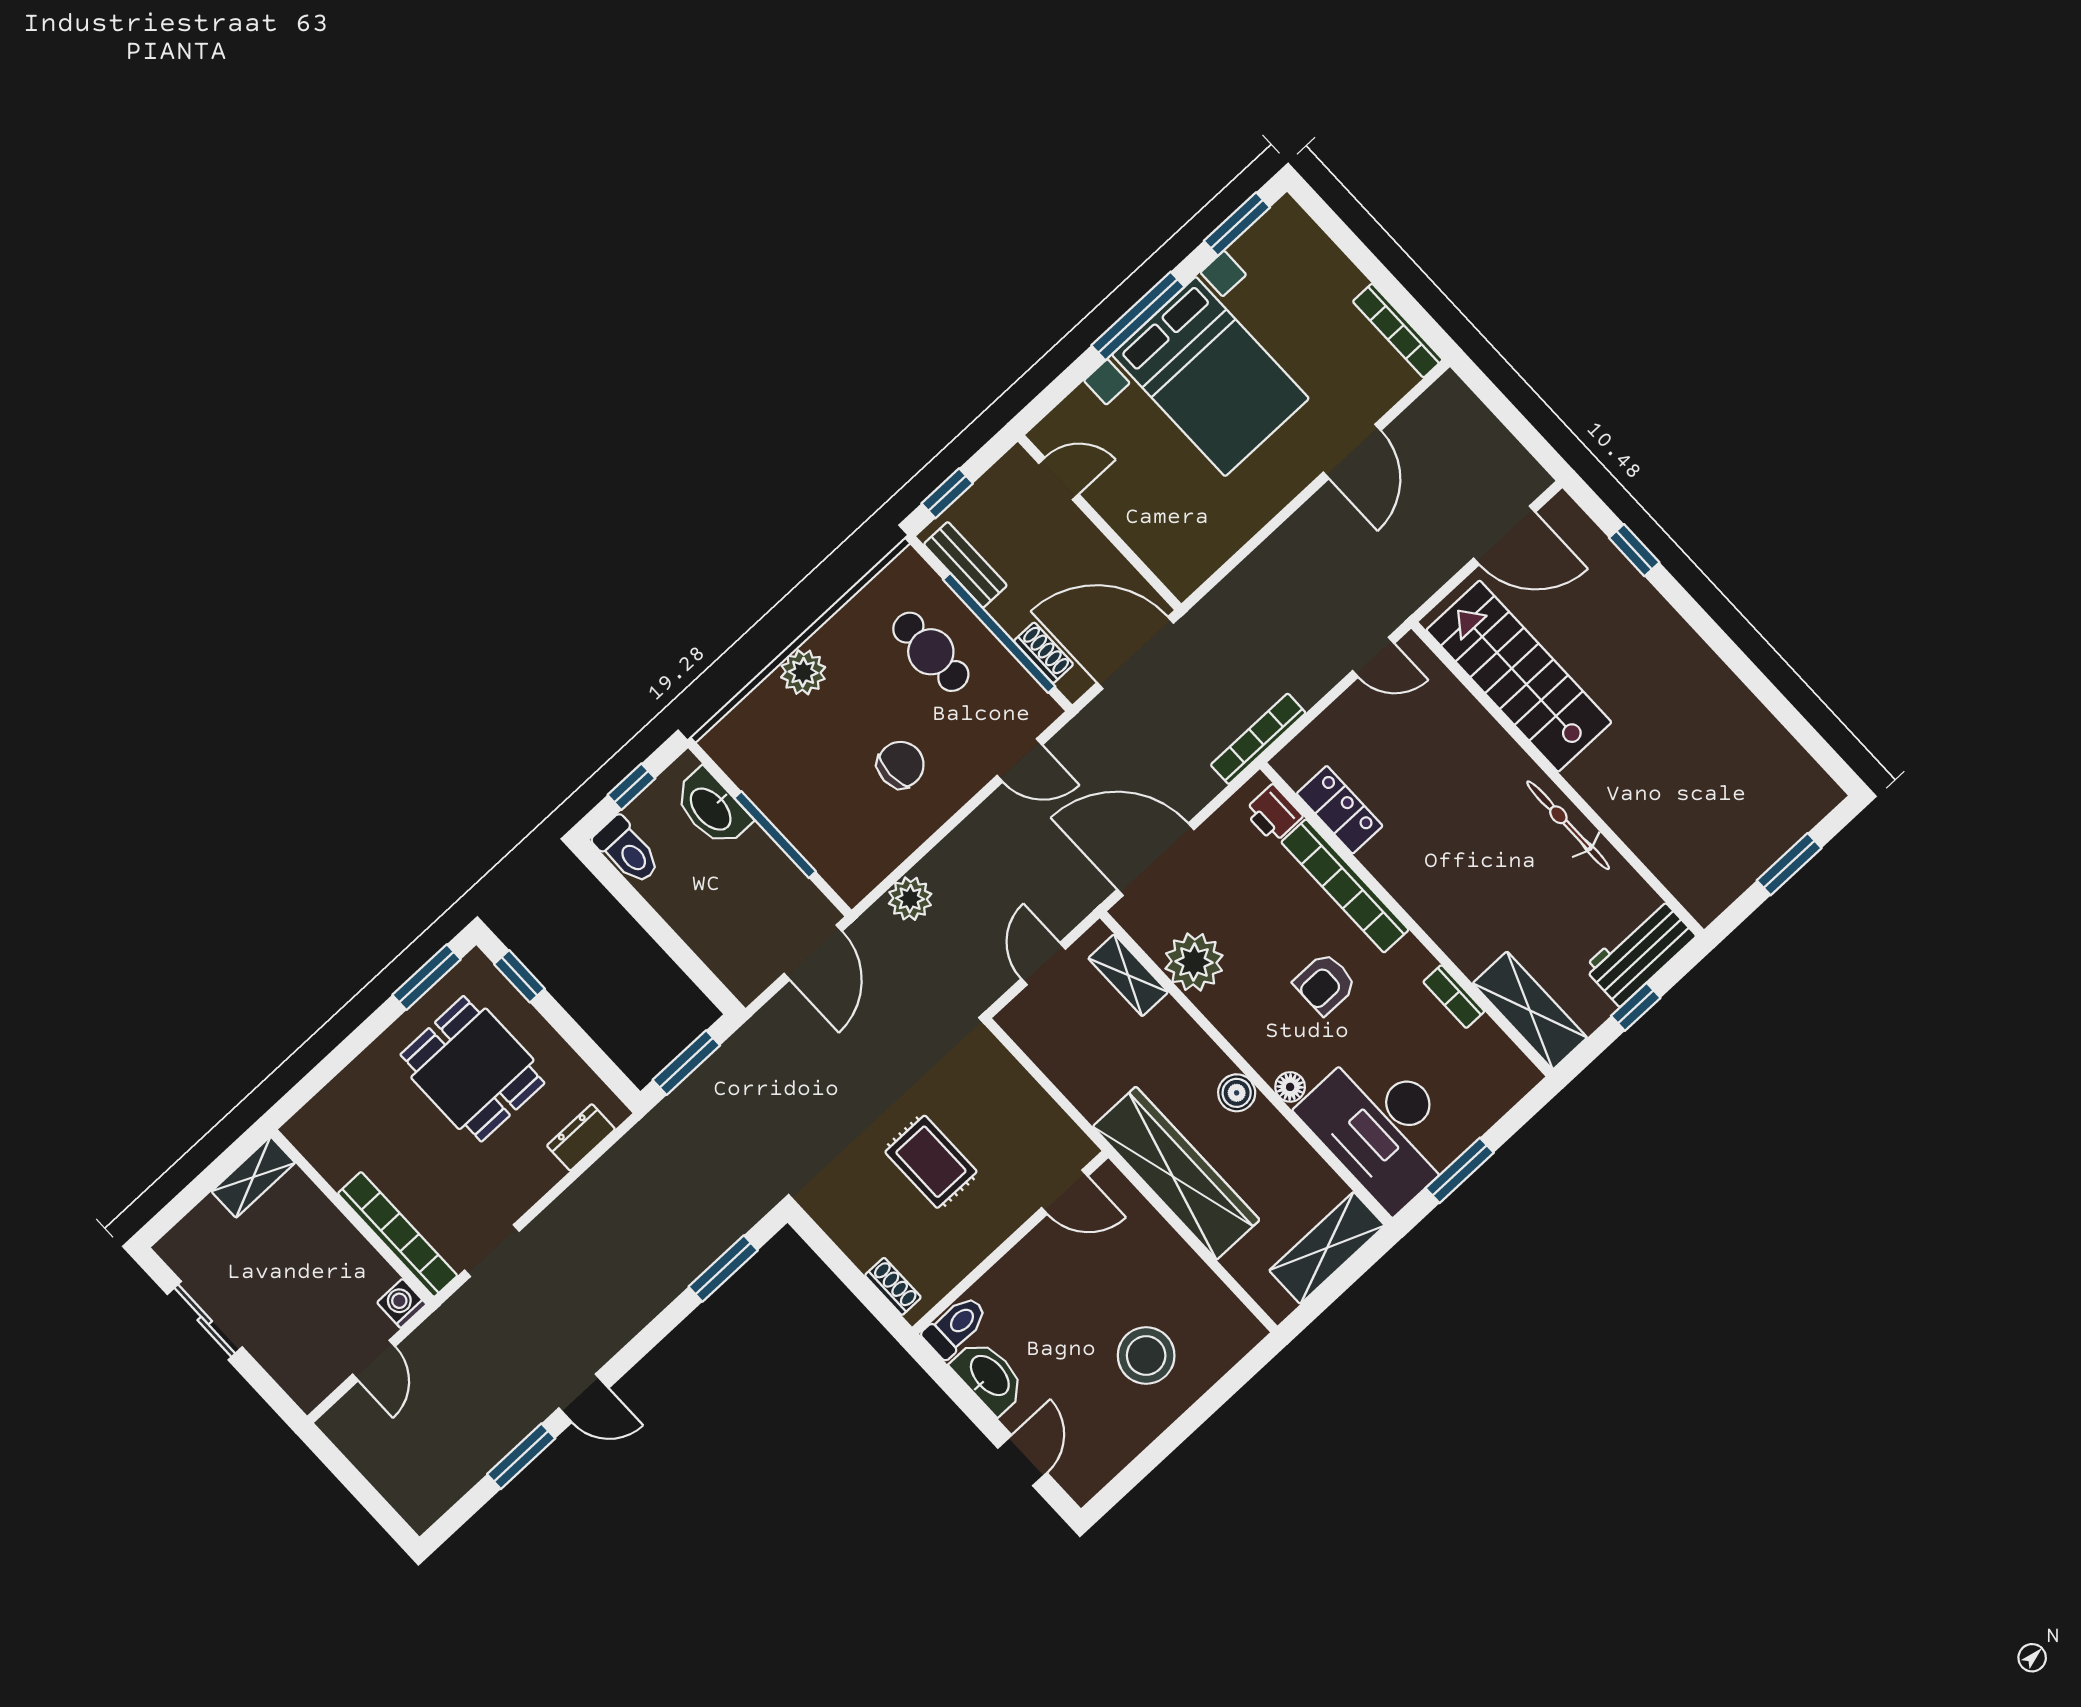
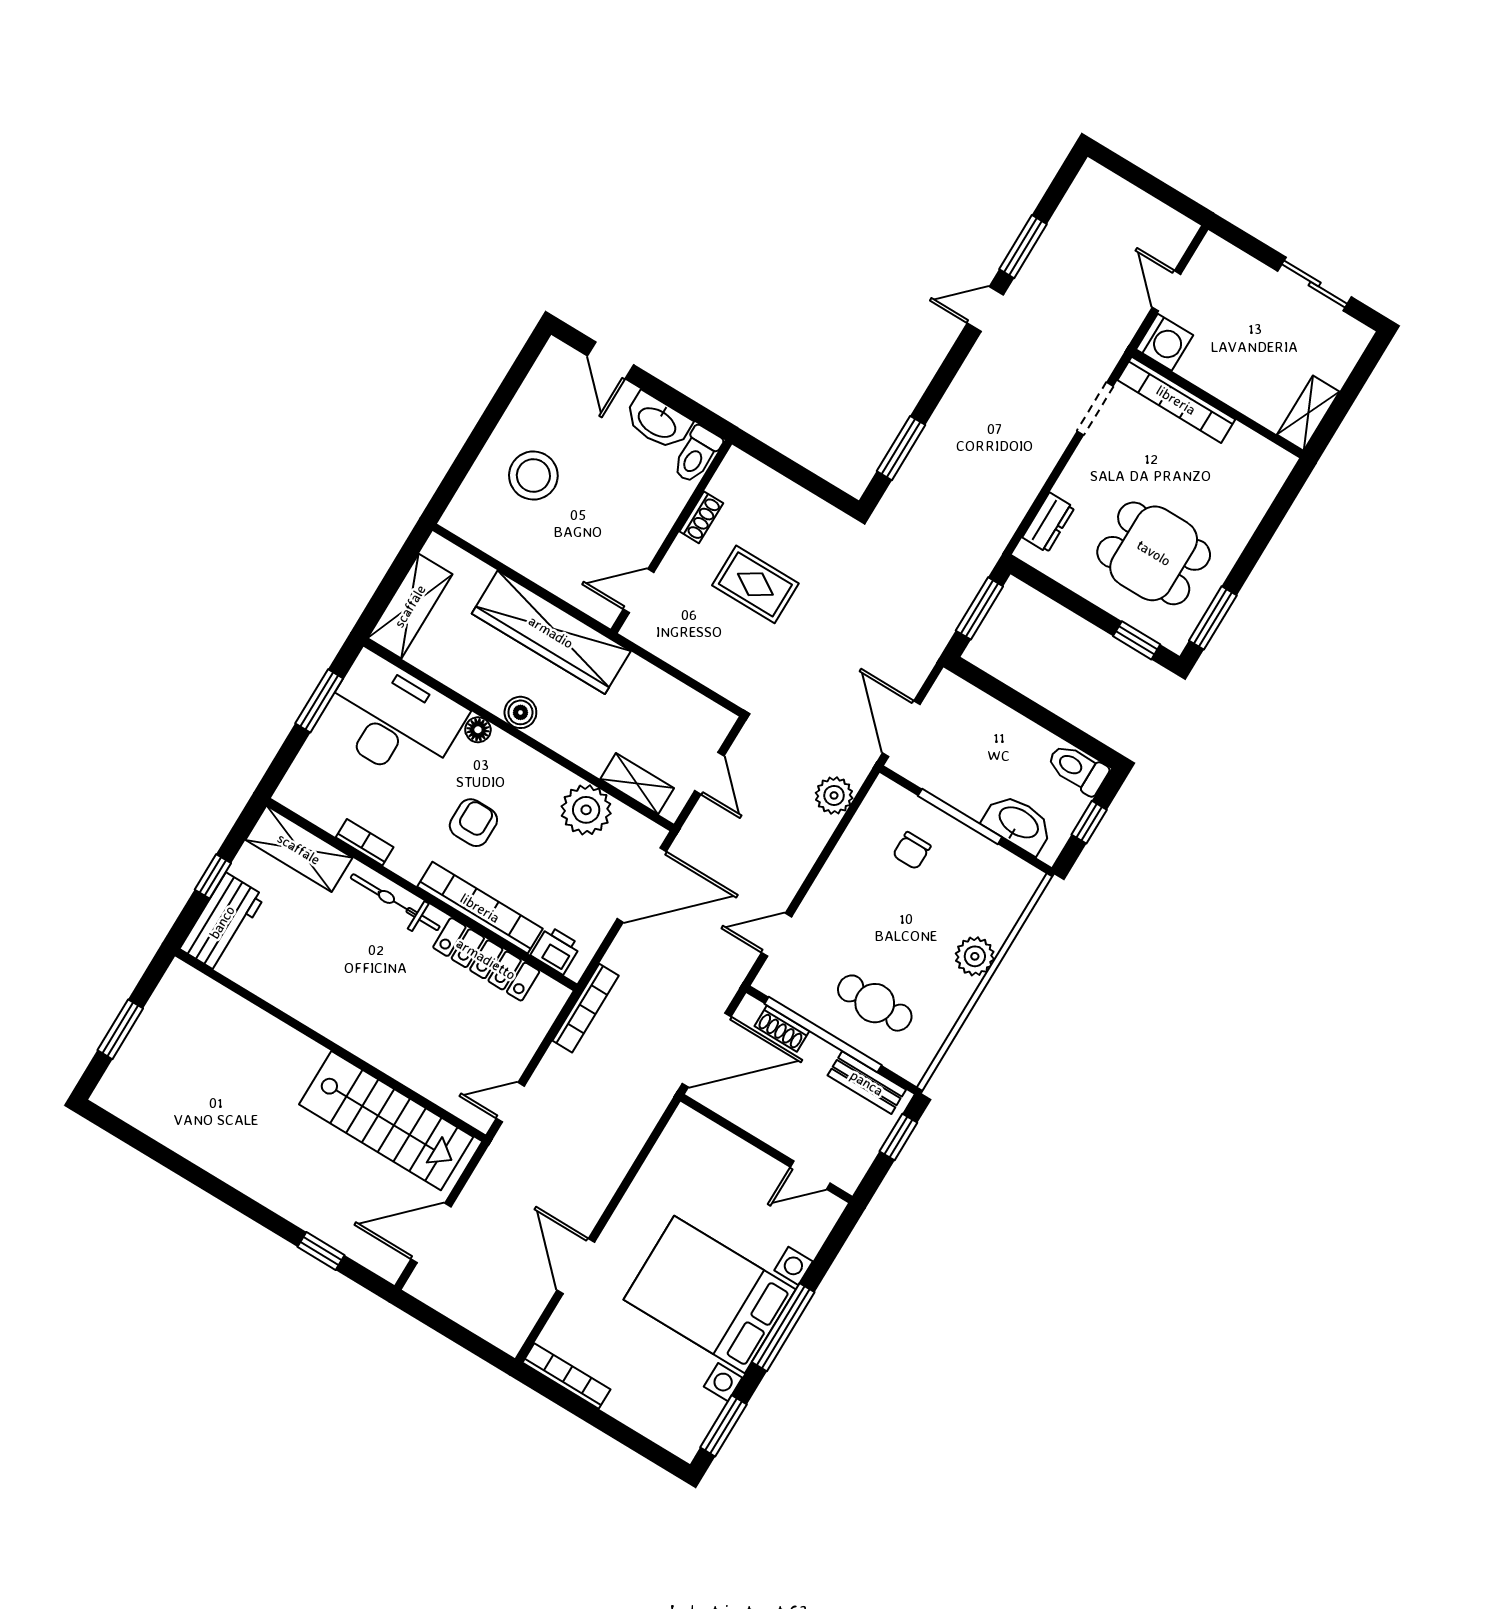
chair: (901, 765) -> (912, 851), moved, width x0.73, depth x0.73
locker: (1340, 810) -> (486, 959), width x1.53
bicycle: (1568, 825) -> (395, 902), moved, turned 180
shoe rack: (893, 1286) -> (701, 517), moved, turned -90
washing machine: (402, 1303) -> (1165, 342), width x1.38, depth x1.38

